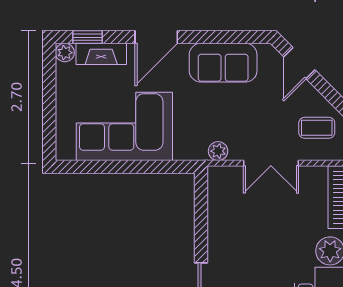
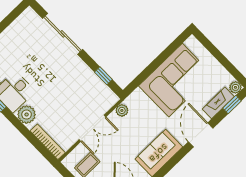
double door: (271, 163) -> (92, 128), swing flipped
window: (201, 210) -> (103, 76), added

